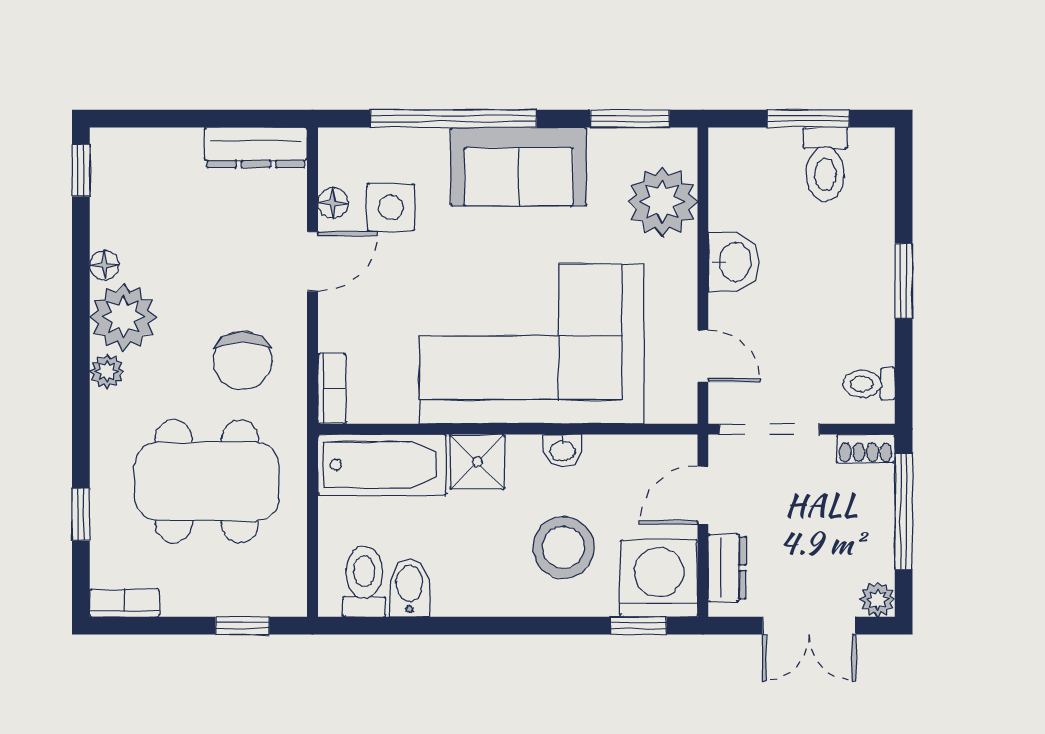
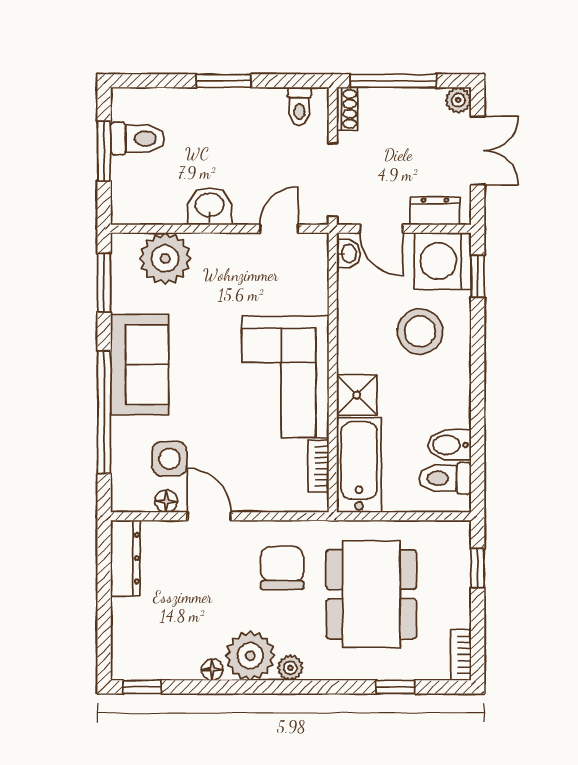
corner sofa: (532, 344) -> (286, 377), width x0.73, depth x0.74
chair: (243, 360) -> (282, 568), turned -90
bookcase: (332, 389) -> (319, 466), moved, turned -90
washbasin: (562, 450) -> (348, 254), moved

